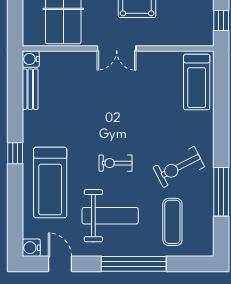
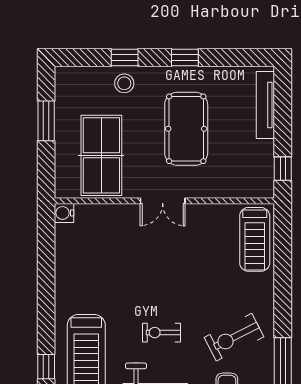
bench: (30, 89) -> (63, 248), removed
window: (15, 153) -> (46, 367), moved

